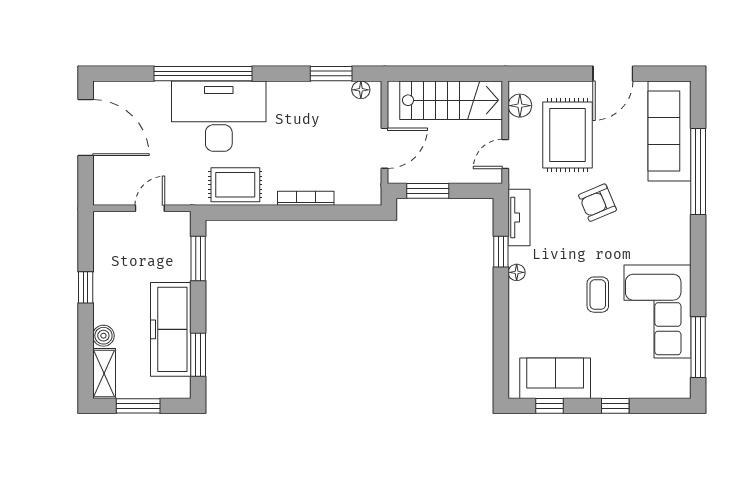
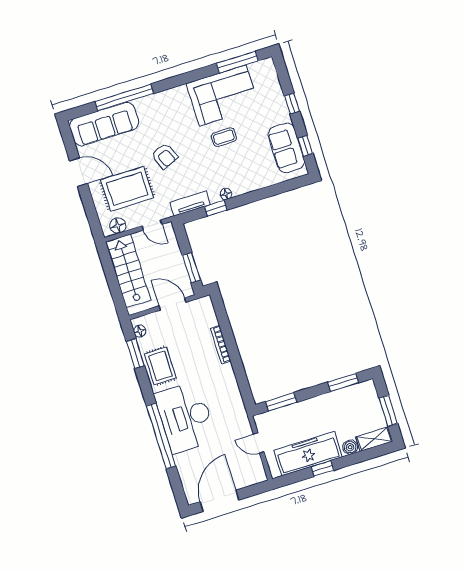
rug: (235, 185) -> (160, 366), moved
freezer: (171, 329) -> (308, 454), moved, turned 180

